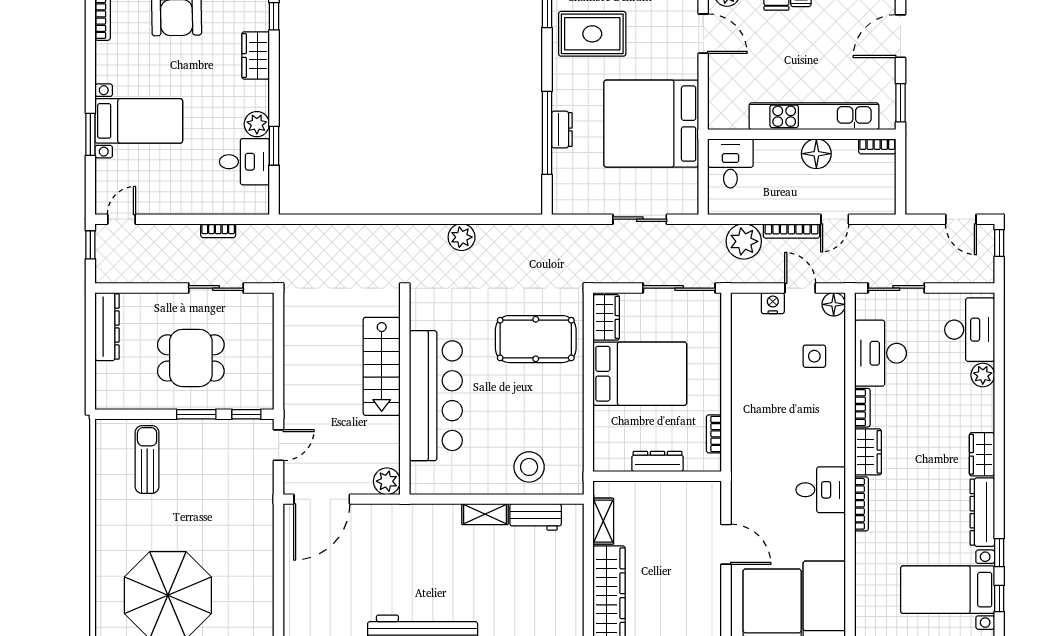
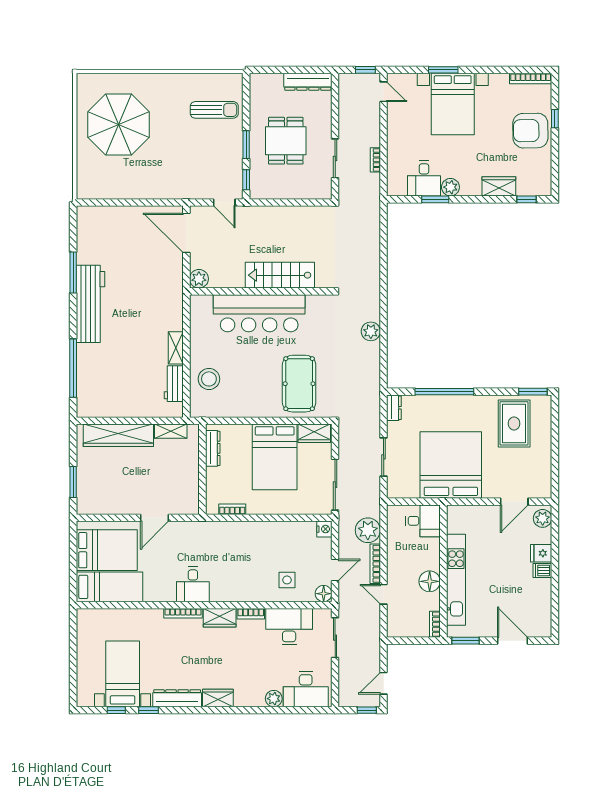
bed with nightstands: (139, 121) -> (453, 104), width x1.36
dresser: (562, 130) -> (394, 408), moved, turned -90
nightstand: (773, 303) -> (324, 529), moved
dresser: (658, 462) -> (213, 448), moved

